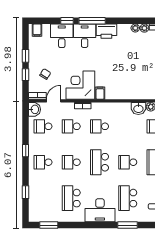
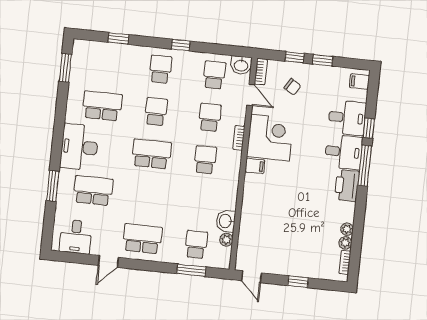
school desk: (128, 162) -> (147, 196), removed

